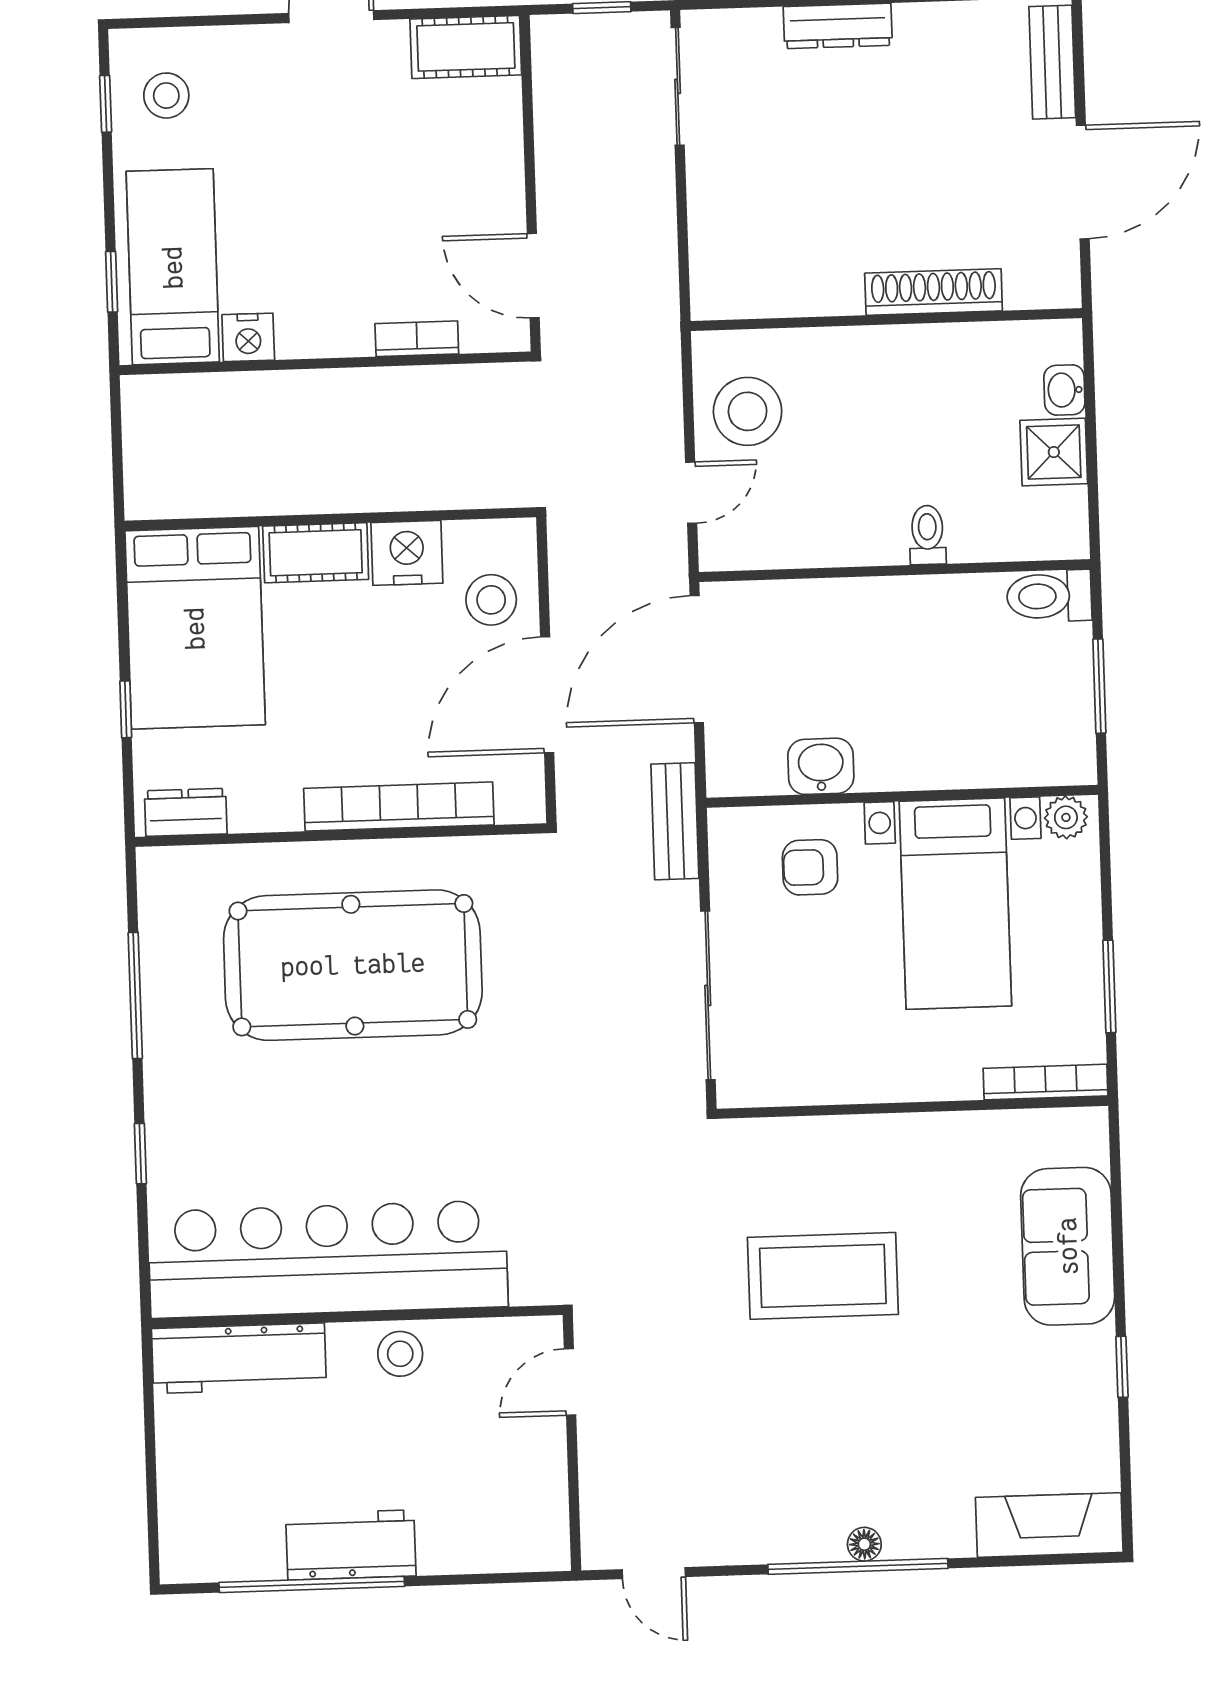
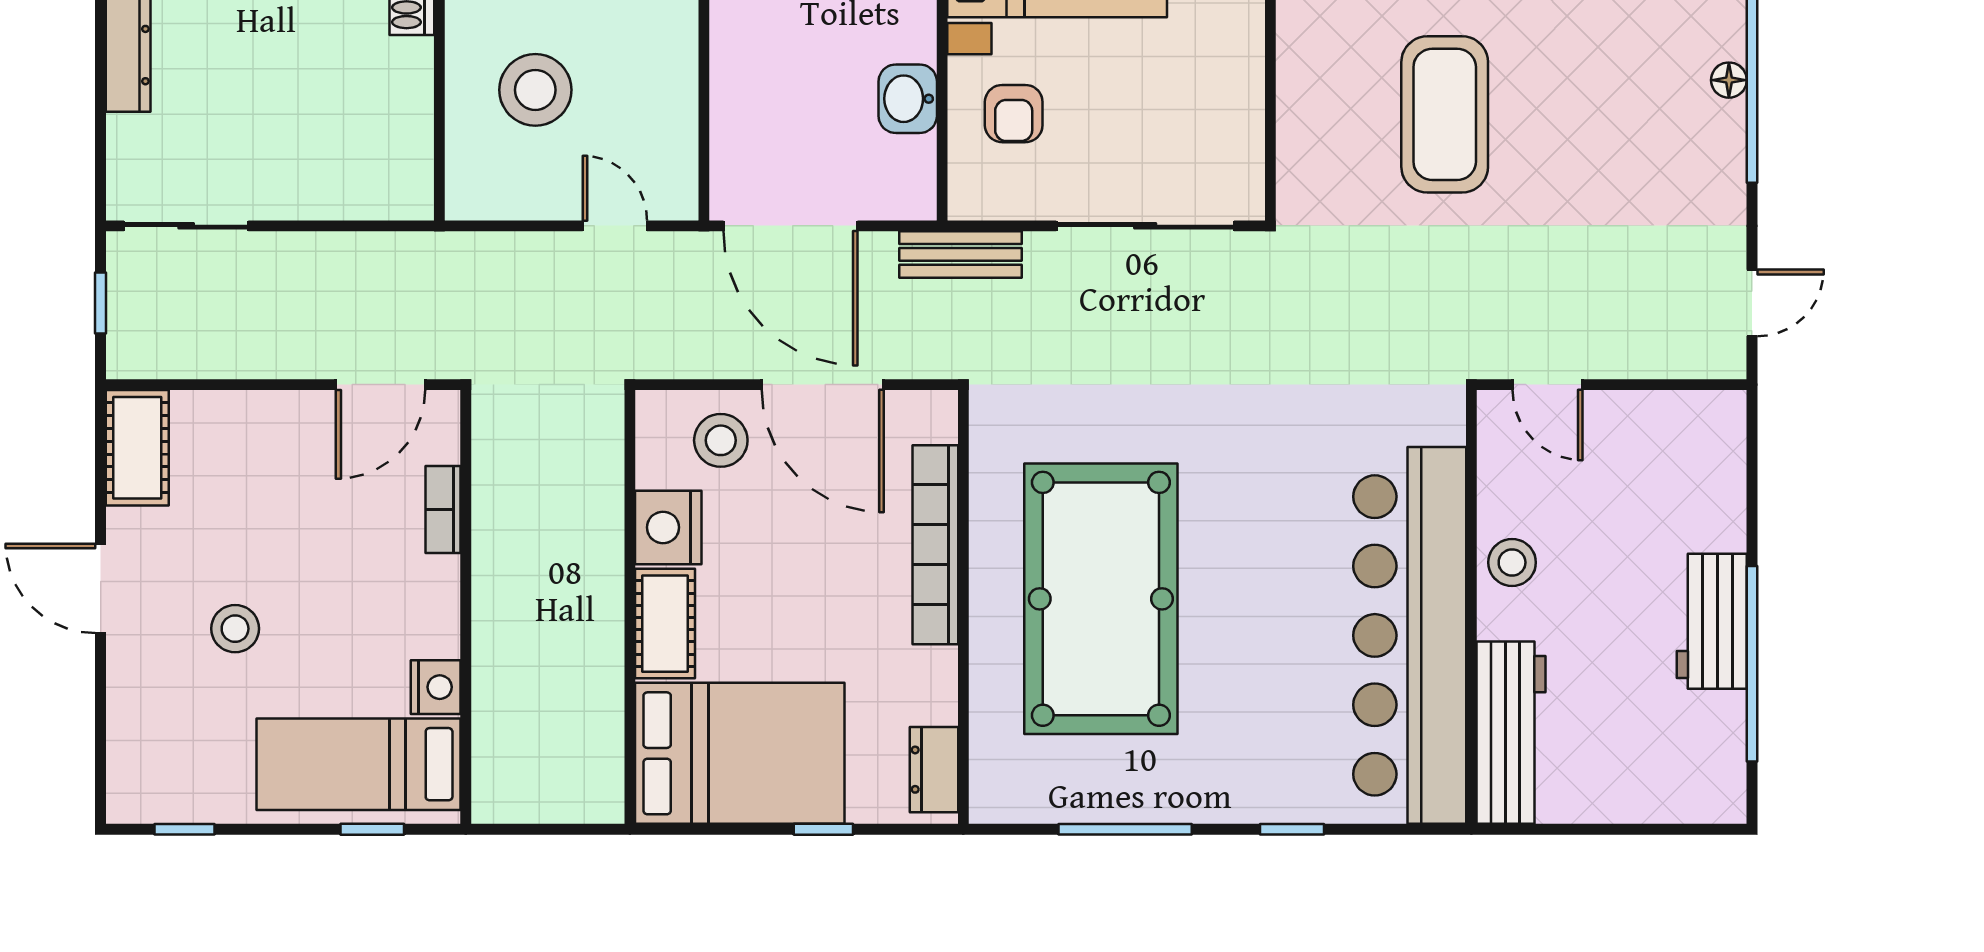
stool: (166, 96) -> (235, 629), moved
stool: (748, 411) -> (535, 90), moved

